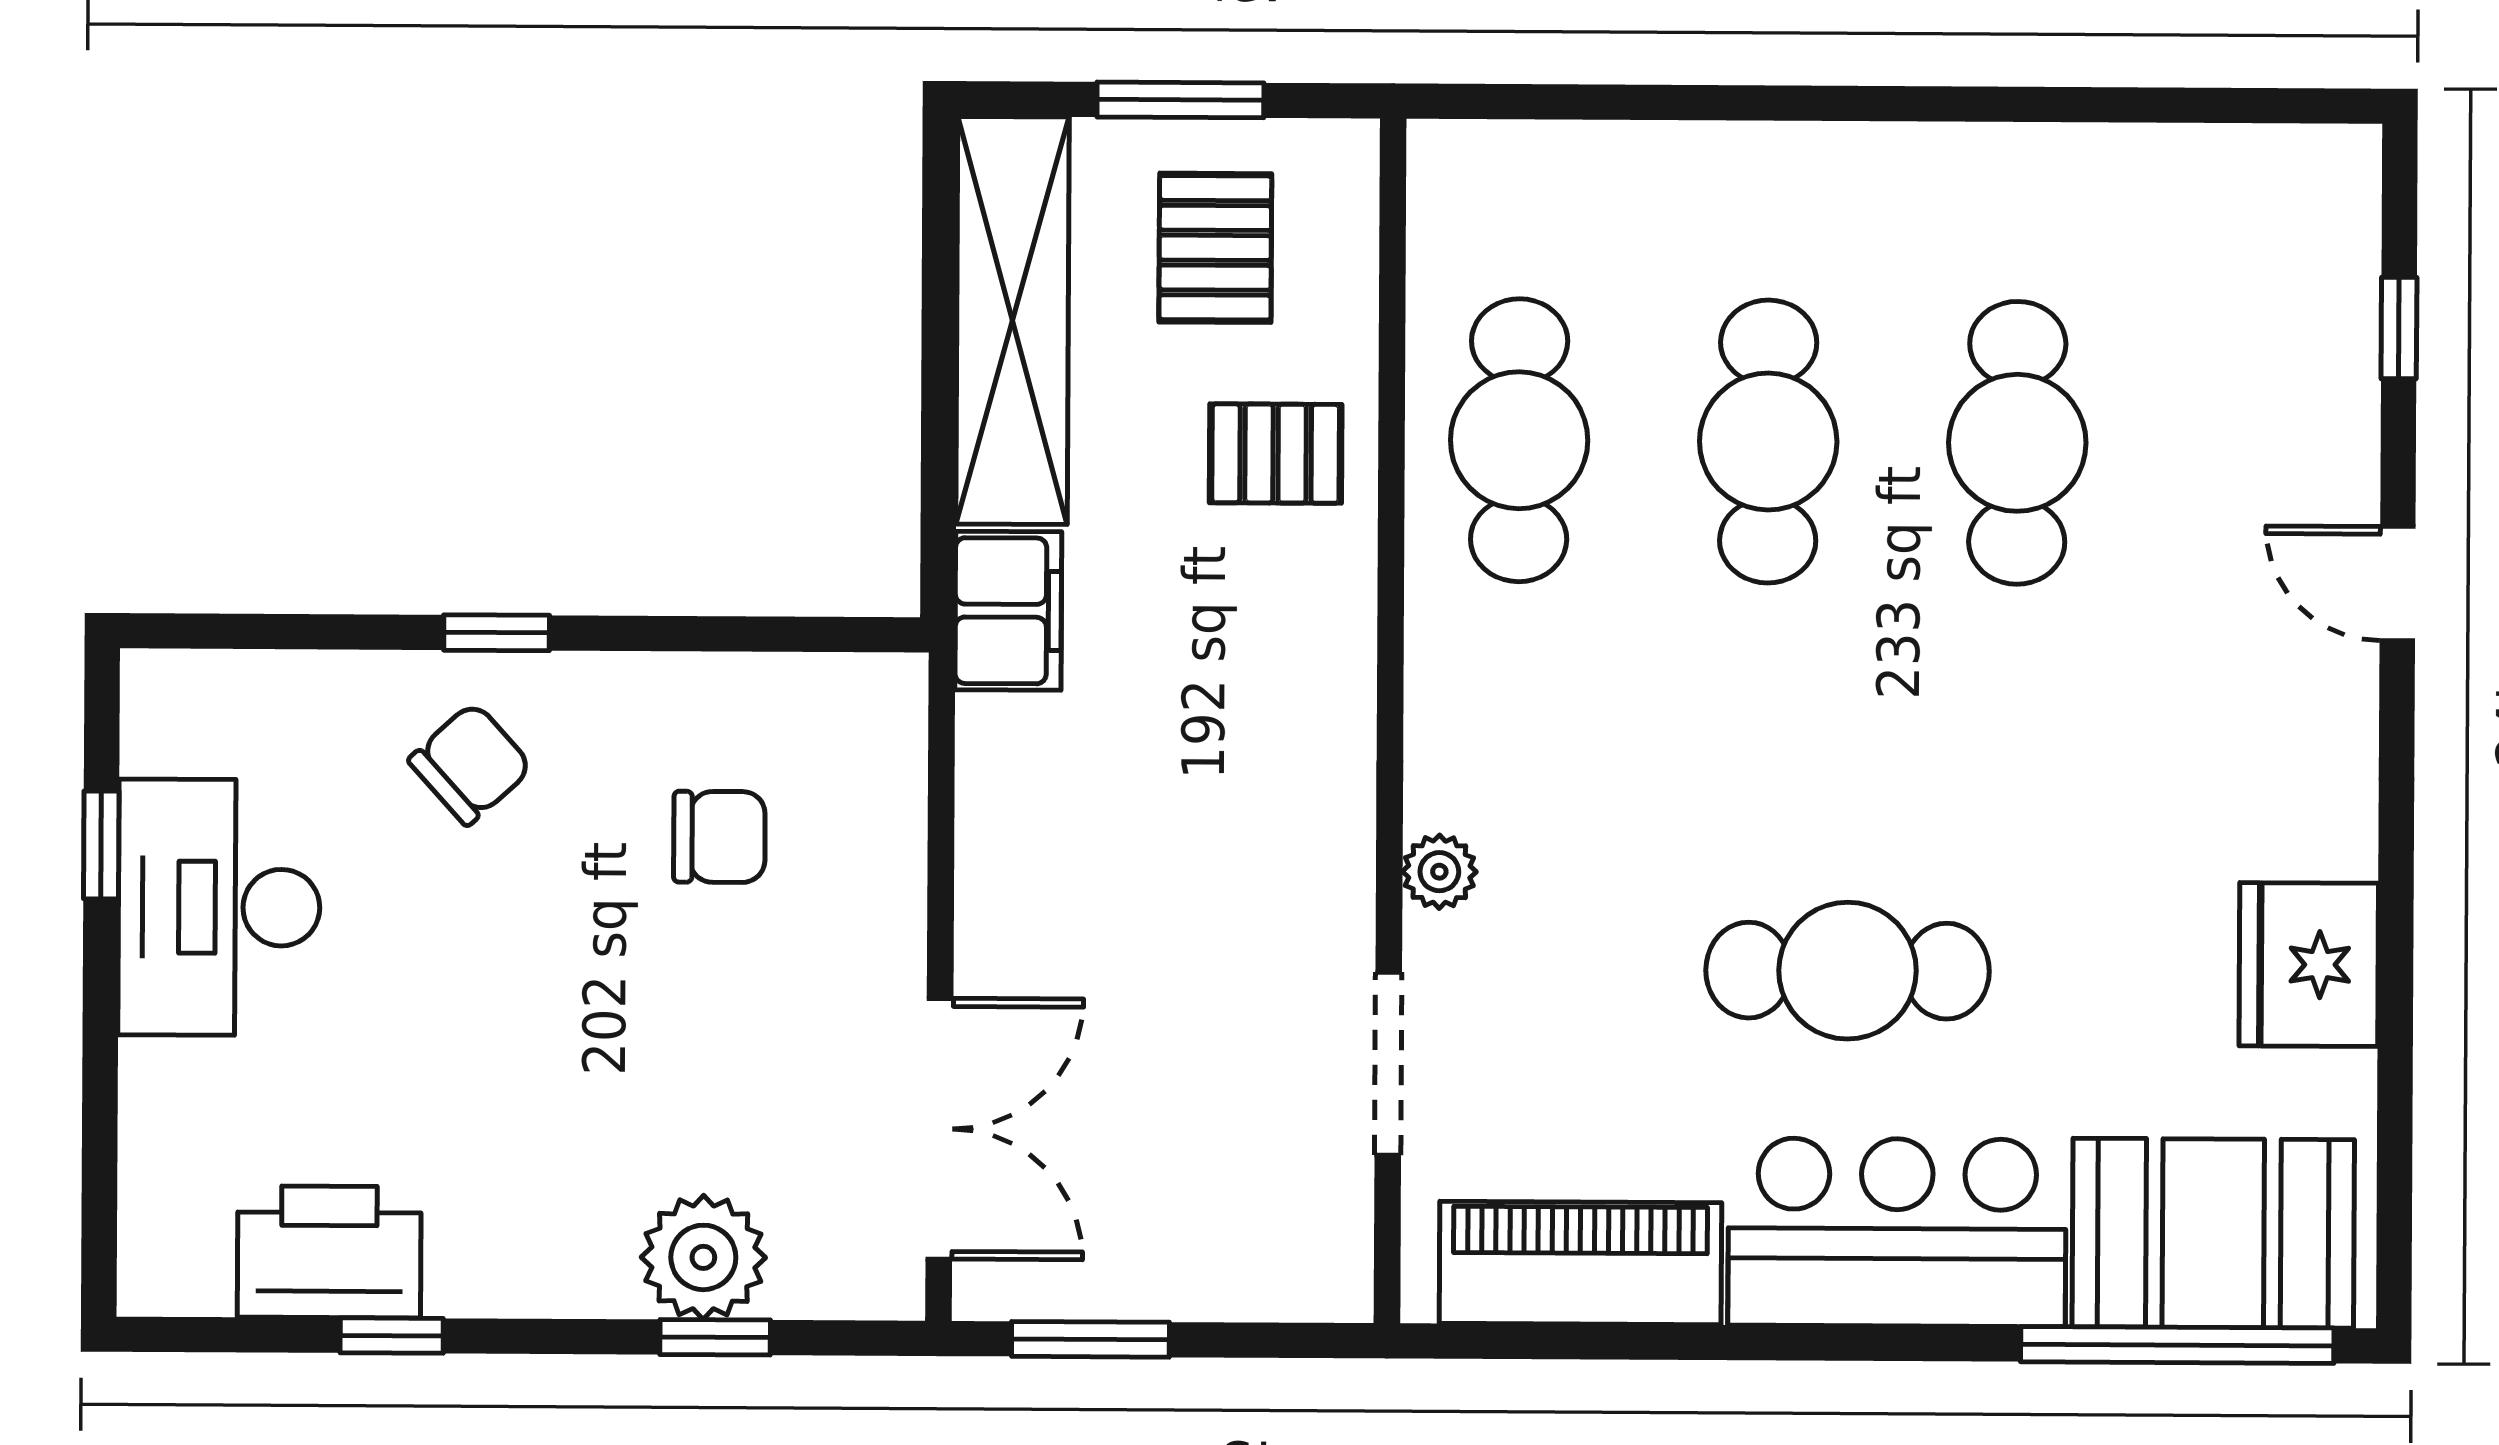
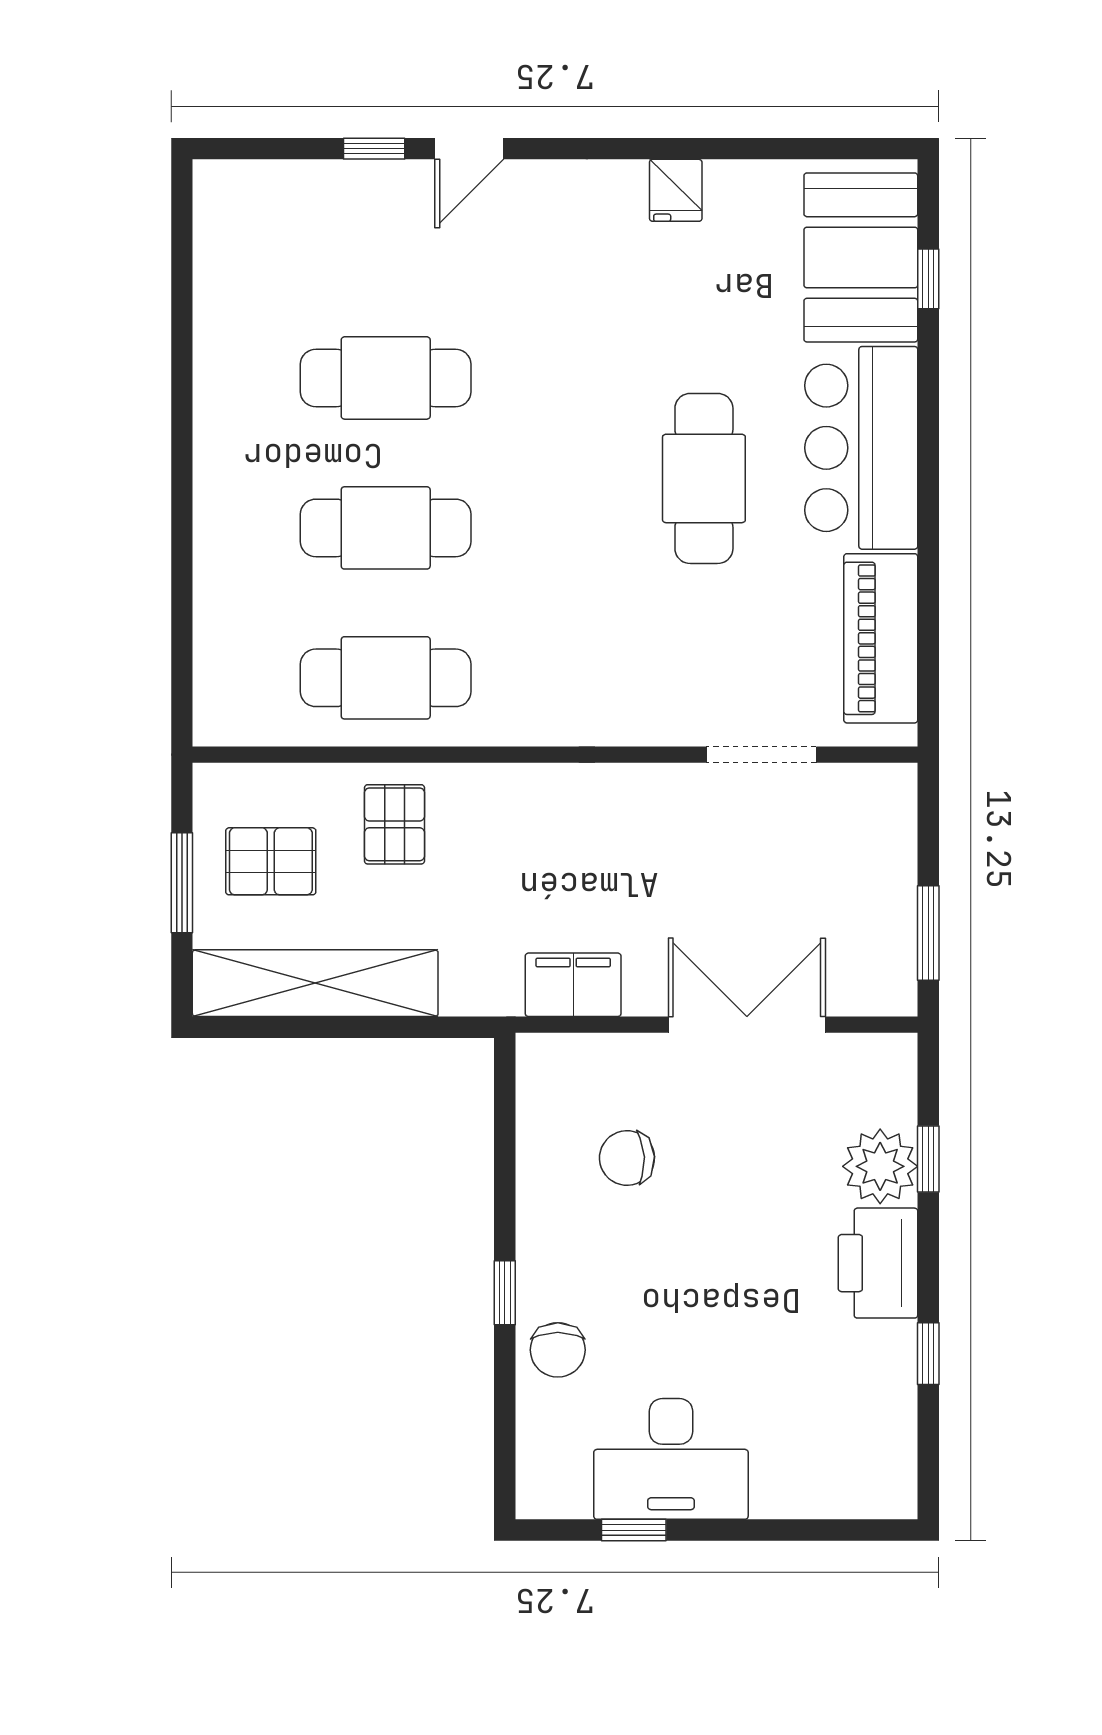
window: (2399, 328) -> (374, 149), moved
filing cabinet: (1008, 611) -> (573, 985), moved
chair: (470, 764) -> (558, 1350), moved, turned -138
chair: (719, 837) -> (627, 1158), turned -93
plant: (1439, 872) -> (646, 724), removed
fridge: (2309, 965) -> (676, 190), width x0.53, depth x0.75
double door: (939, 1129) -> (747, 1025), moved
printer: (329, 1252) -> (878, 1263), moved
window: (2177, 1345) -> (928, 279), width x0.32

